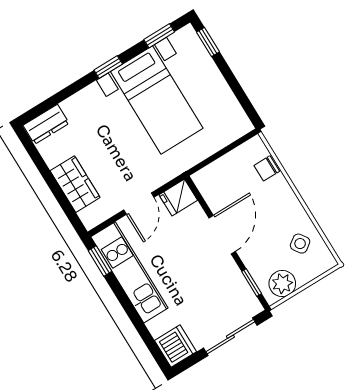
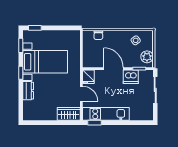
dresser: (46, 124) -> (28, 91), moved
wardrobe: (75, 184) -> (69, 114), moved
dishwasher: (175, 346) -> (131, 77), moved, turned 180

